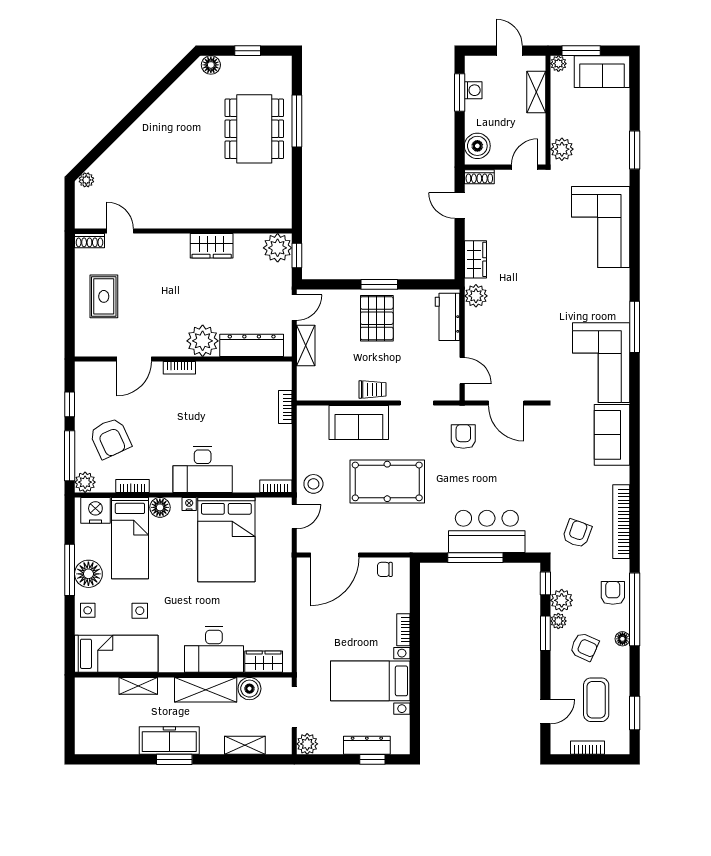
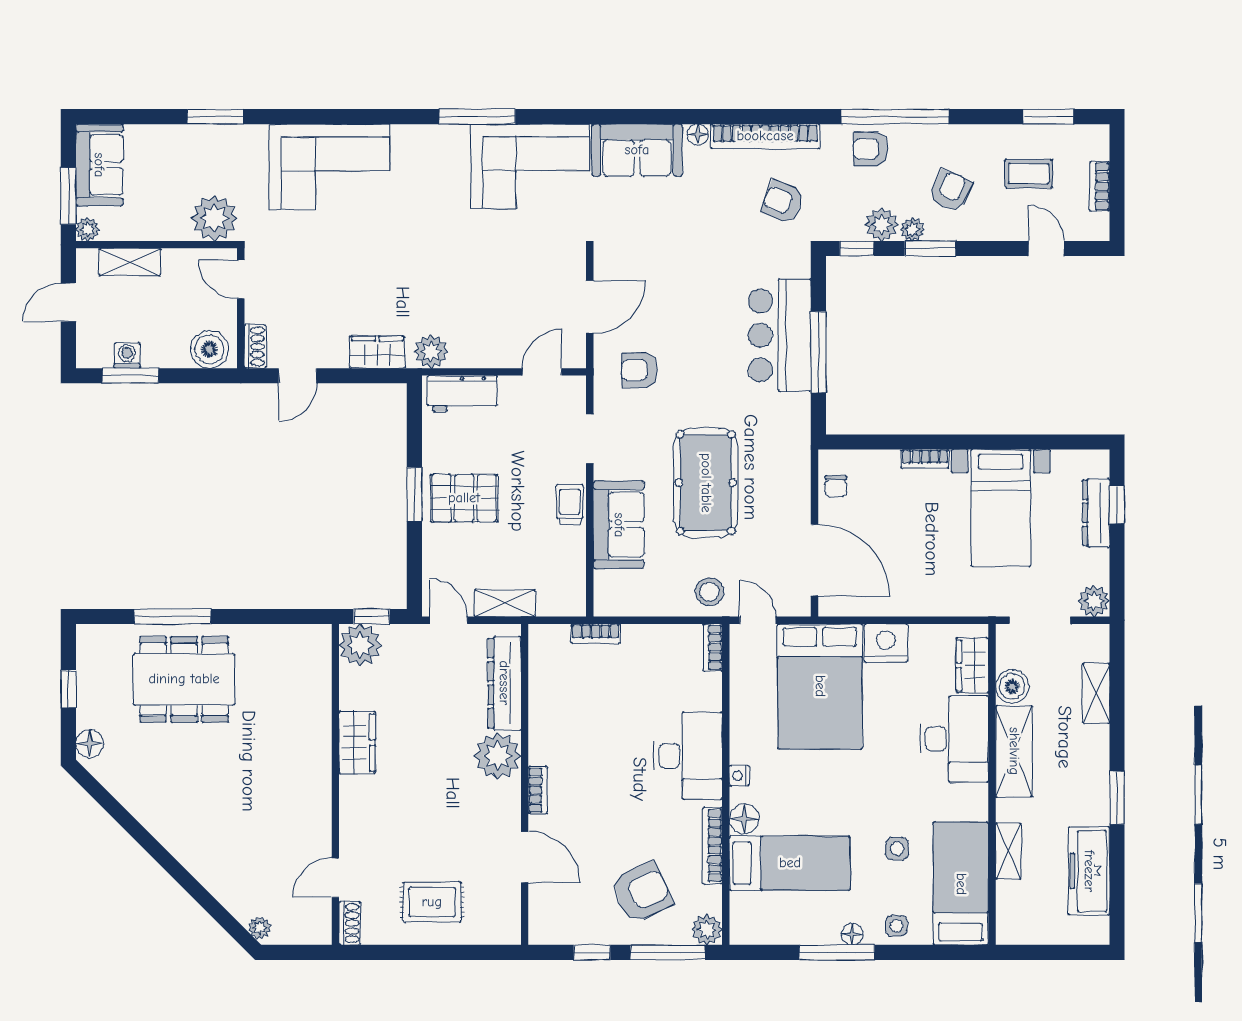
plant: (562, 149) -> (214, 218), width x1.36, depth x1.36
bookcase: (133, 486) -> (712, 846), width x1.56
nightstand: (95, 510) -> (886, 643), moved, turned 90
bed: (226, 540) -> (820, 686), moved, turned 90
floor lamp: (88, 574) -> (852, 934), width x0.53, depth x0.53
floor lamp: (622, 639) -> (698, 135), moved
coffee table: (596, 700) -> (1029, 174), width x0.73, depth x0.77
freezer: (169, 741) -> (1089, 871), moved

